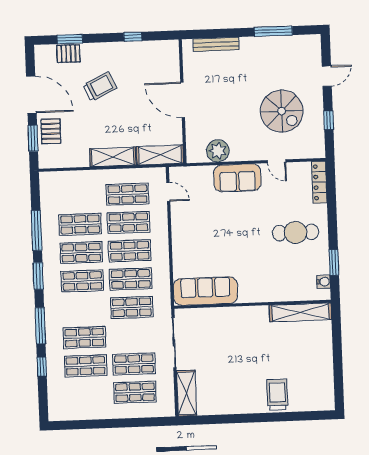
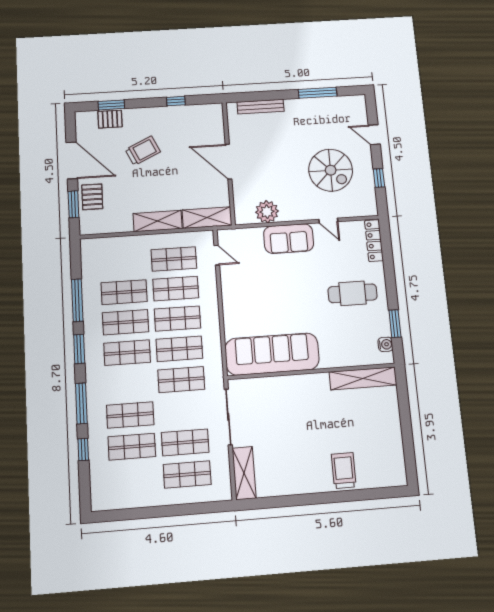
door: (327, 76) -> (374, 135), swing flipped
sofa: (205, 291) -> (272, 354), width x1.36, depth x1.27

